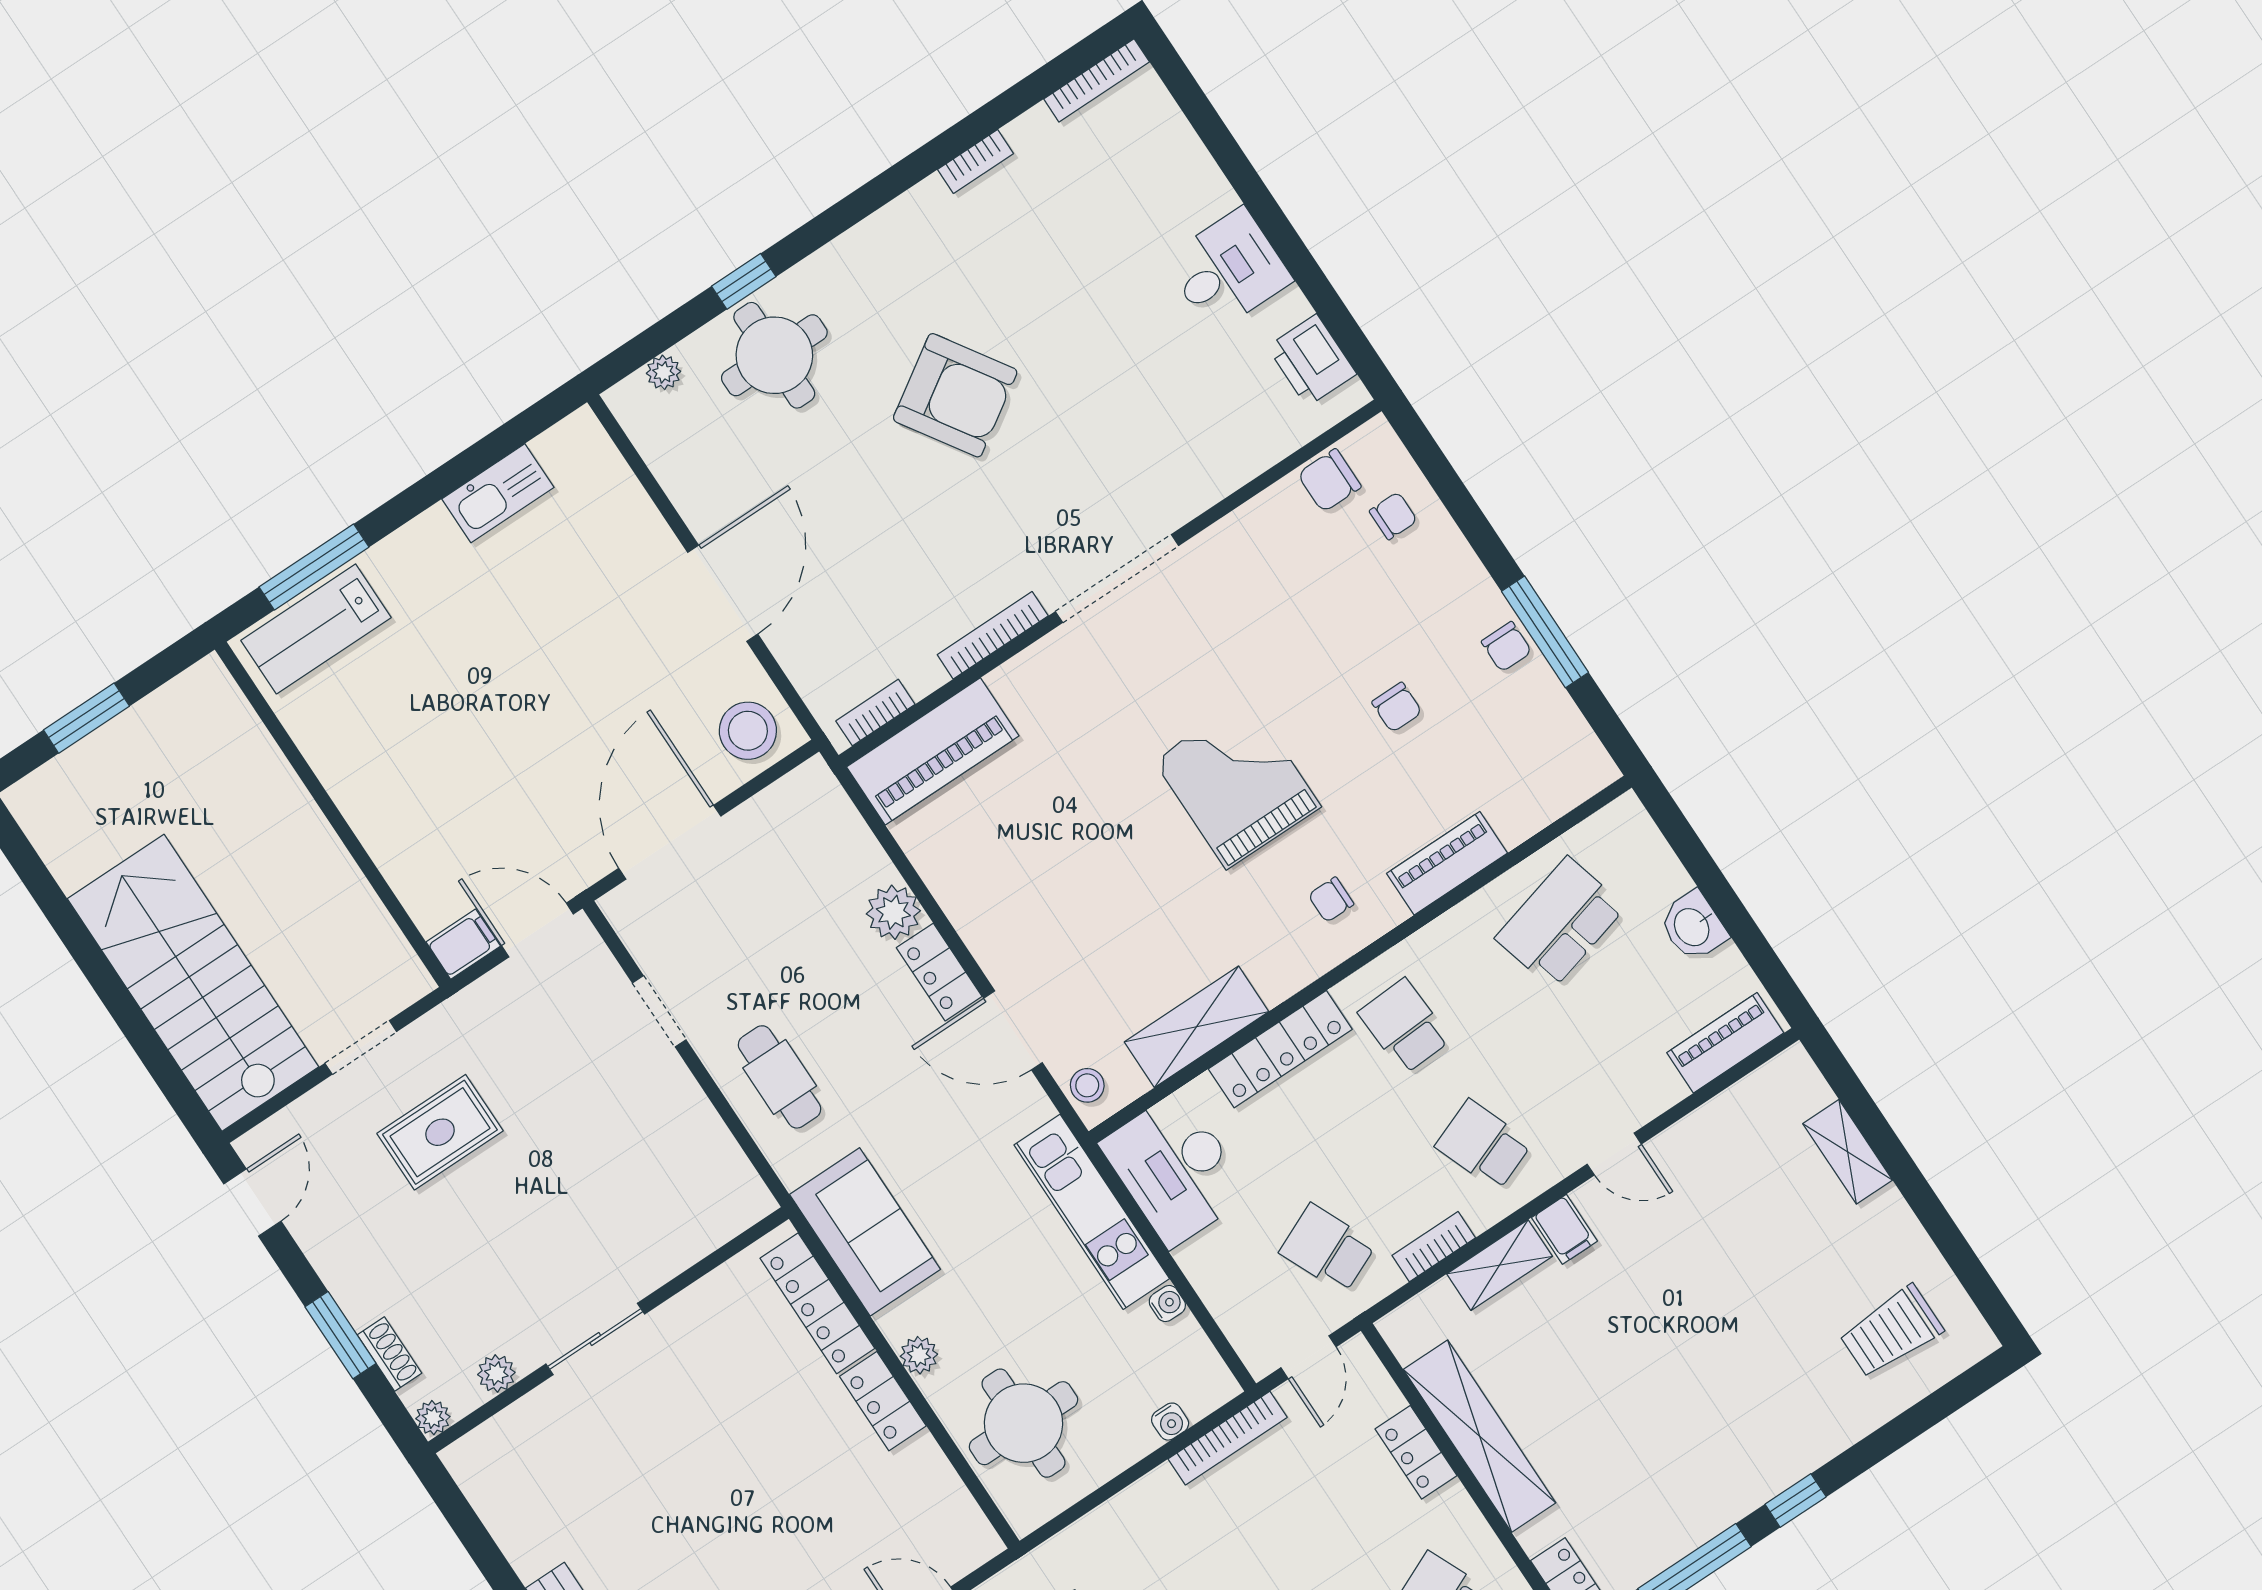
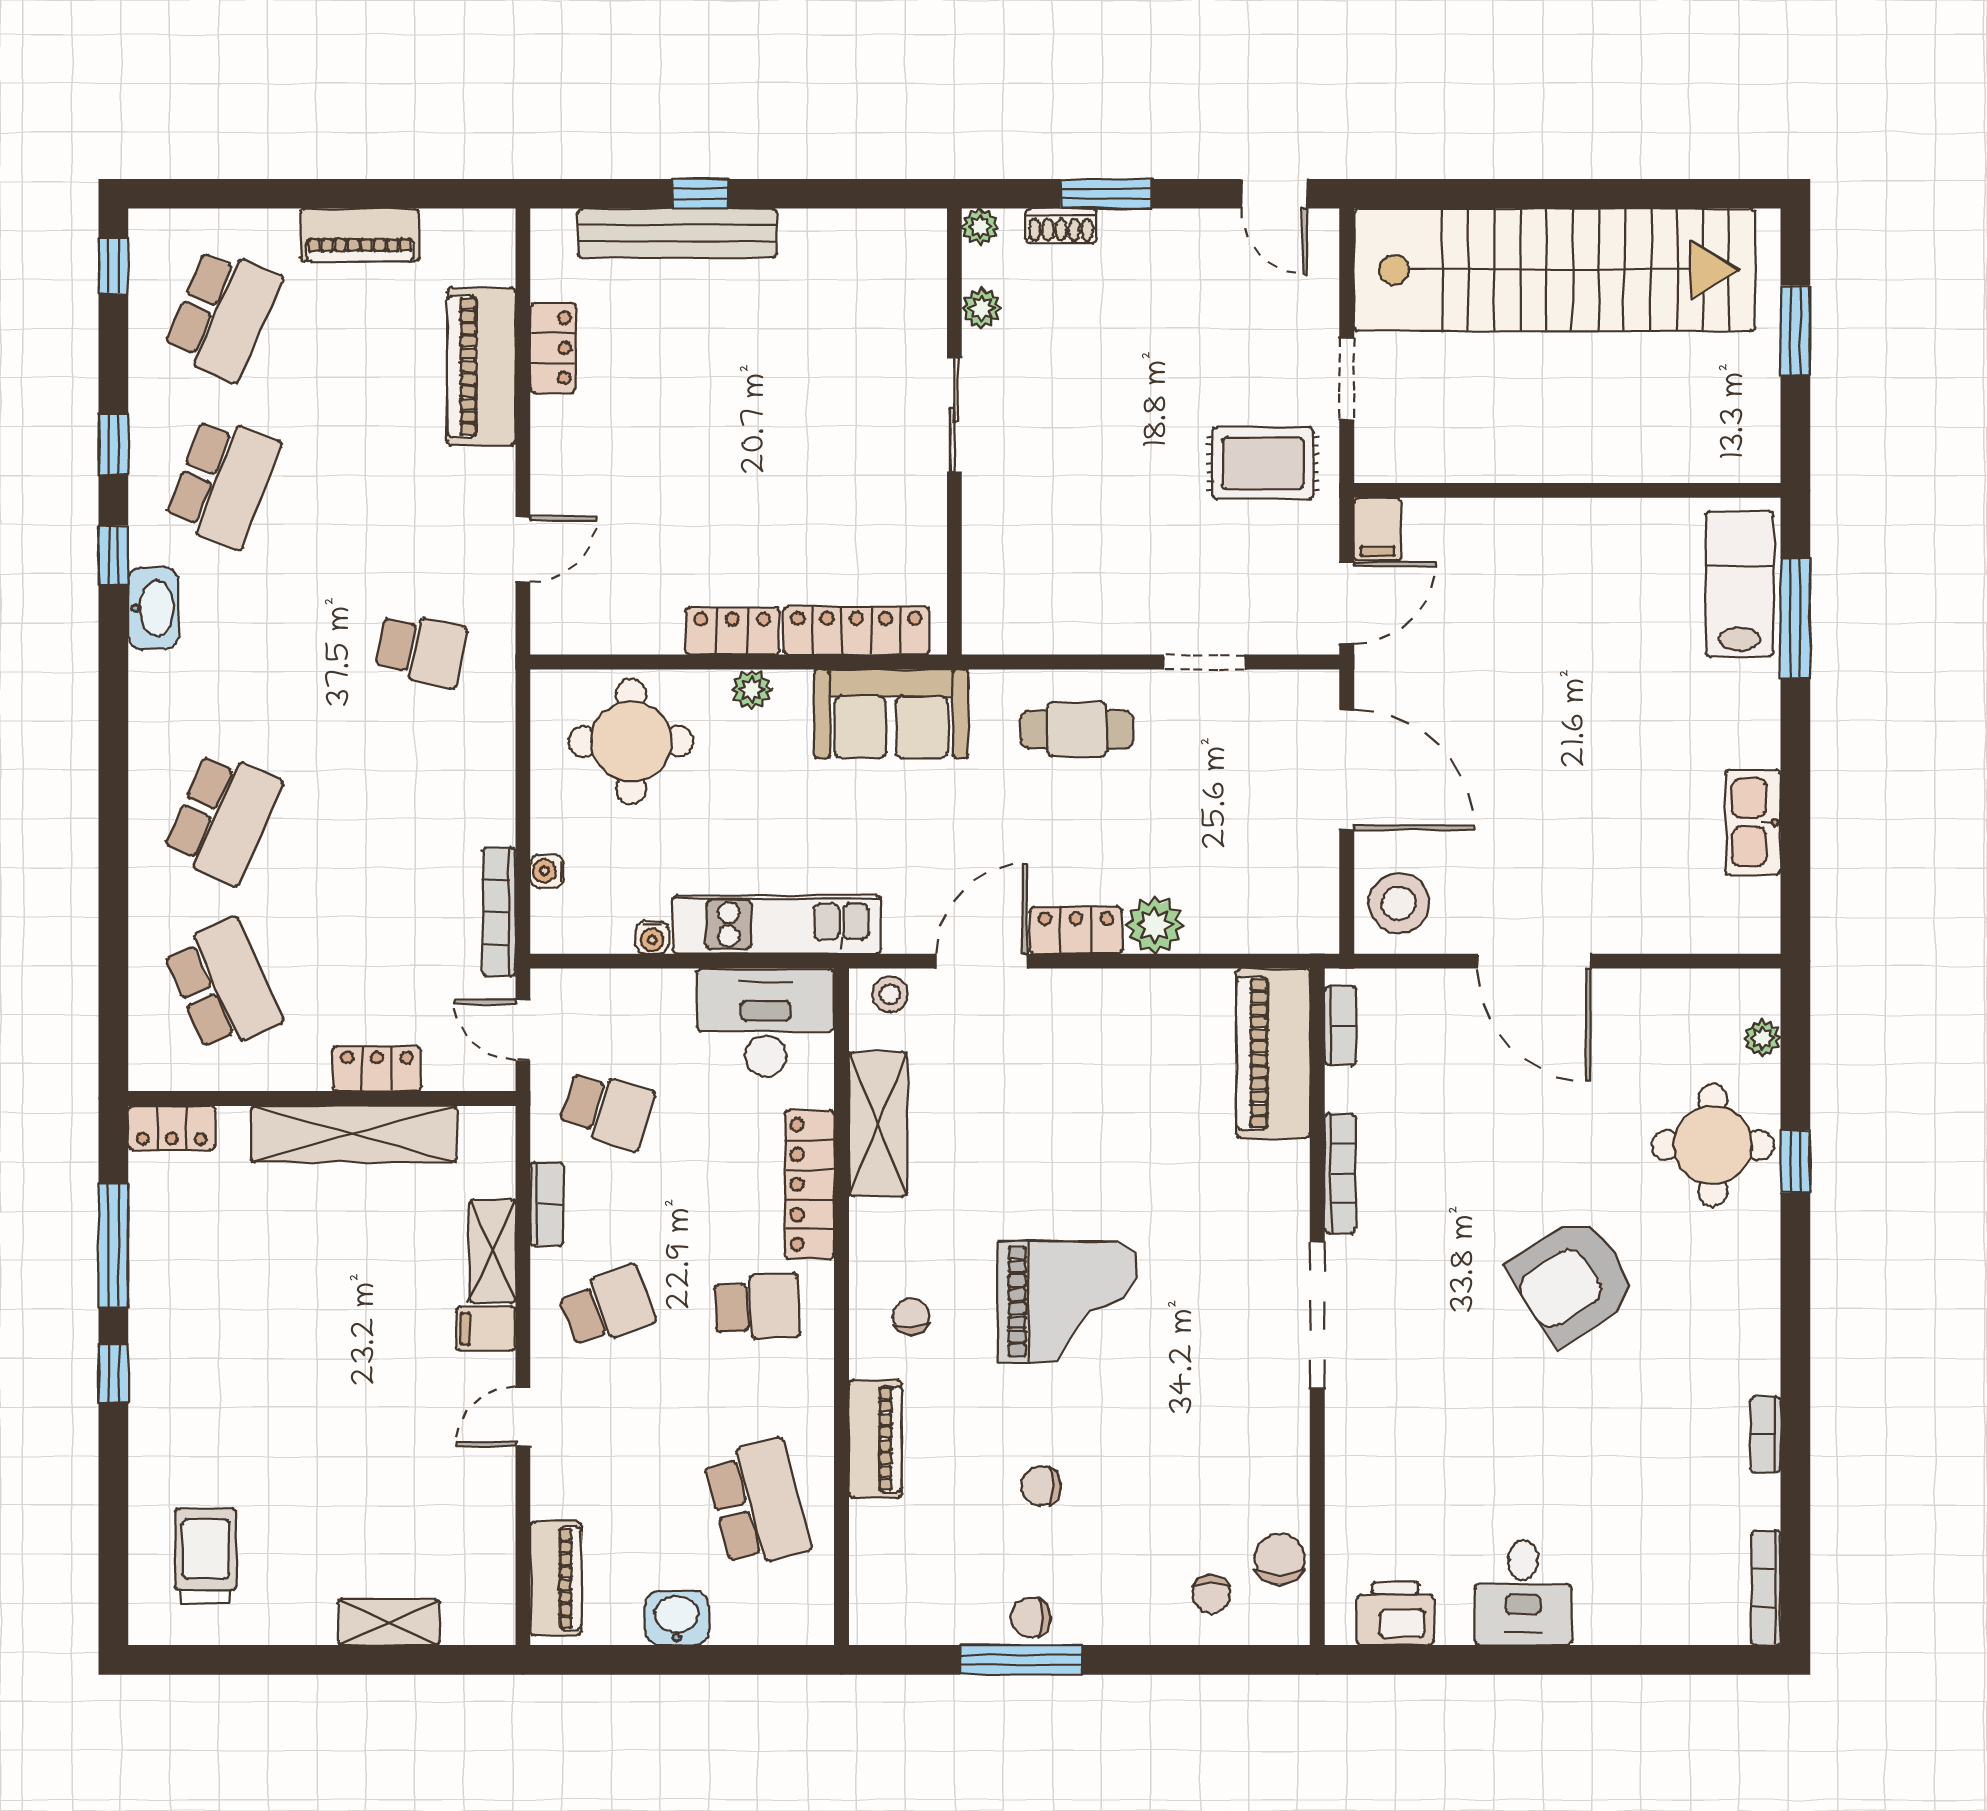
stairs: (193, 983) -> (1555, 270), width x1.36
rug: (440, 1132) -> (1263, 463), moved, turned 90
school desk: (1328, 1248) -> (607, 1110), turned 42

